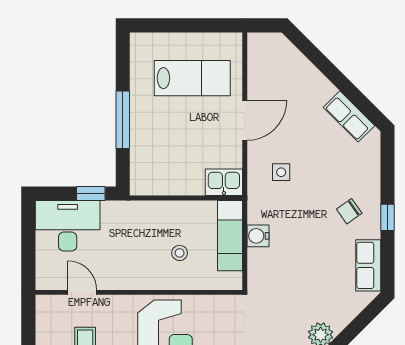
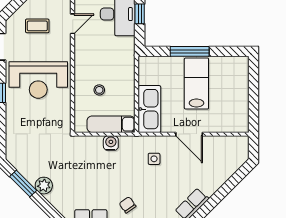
lab bench: (192, 78) -> (196, 83), moved, turned 180
kitchen sink: (224, 182) -> (149, 109), width x1.88, depth x1.24
window: (91, 193) -> (140, 14), moved

